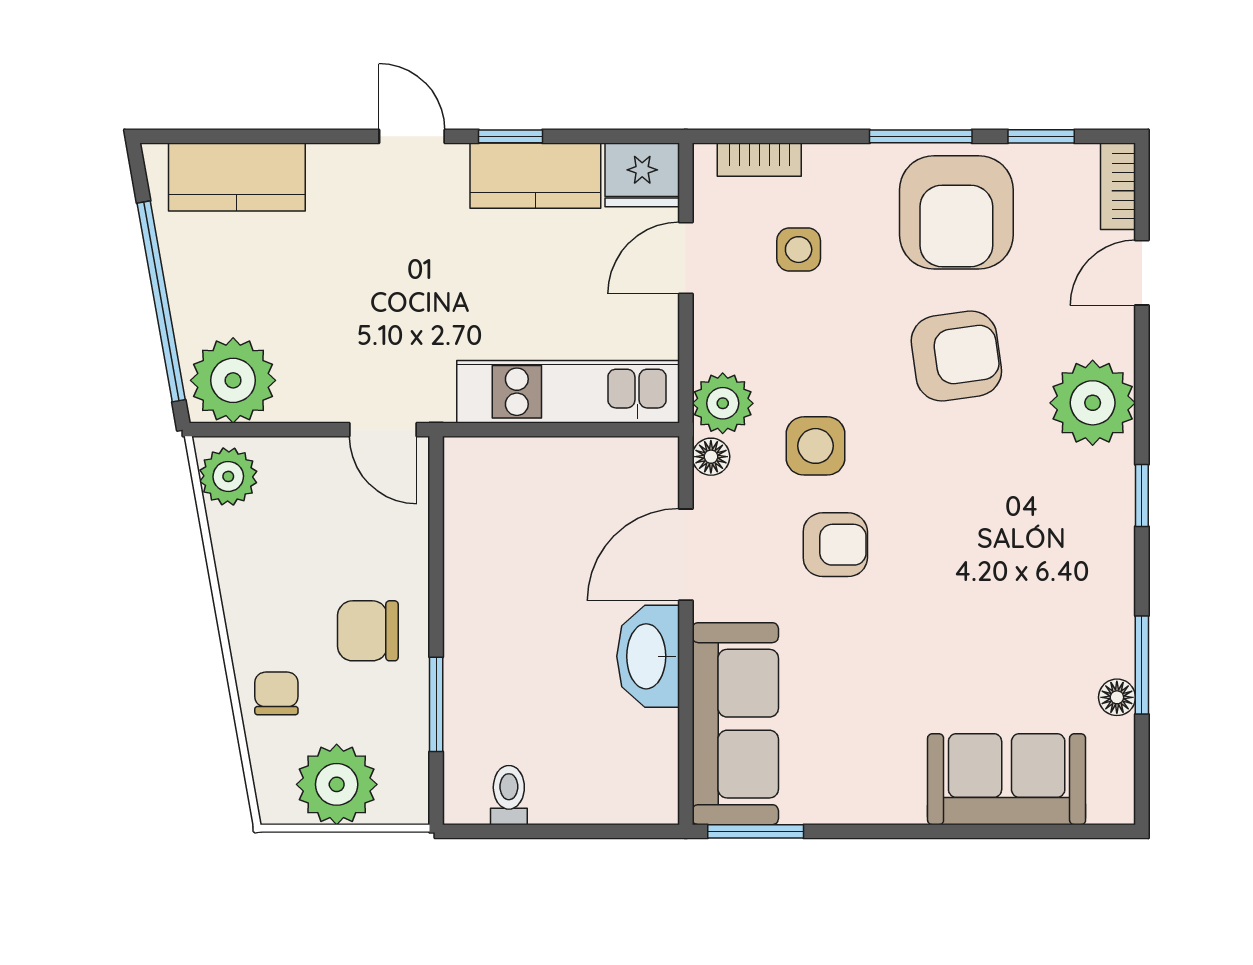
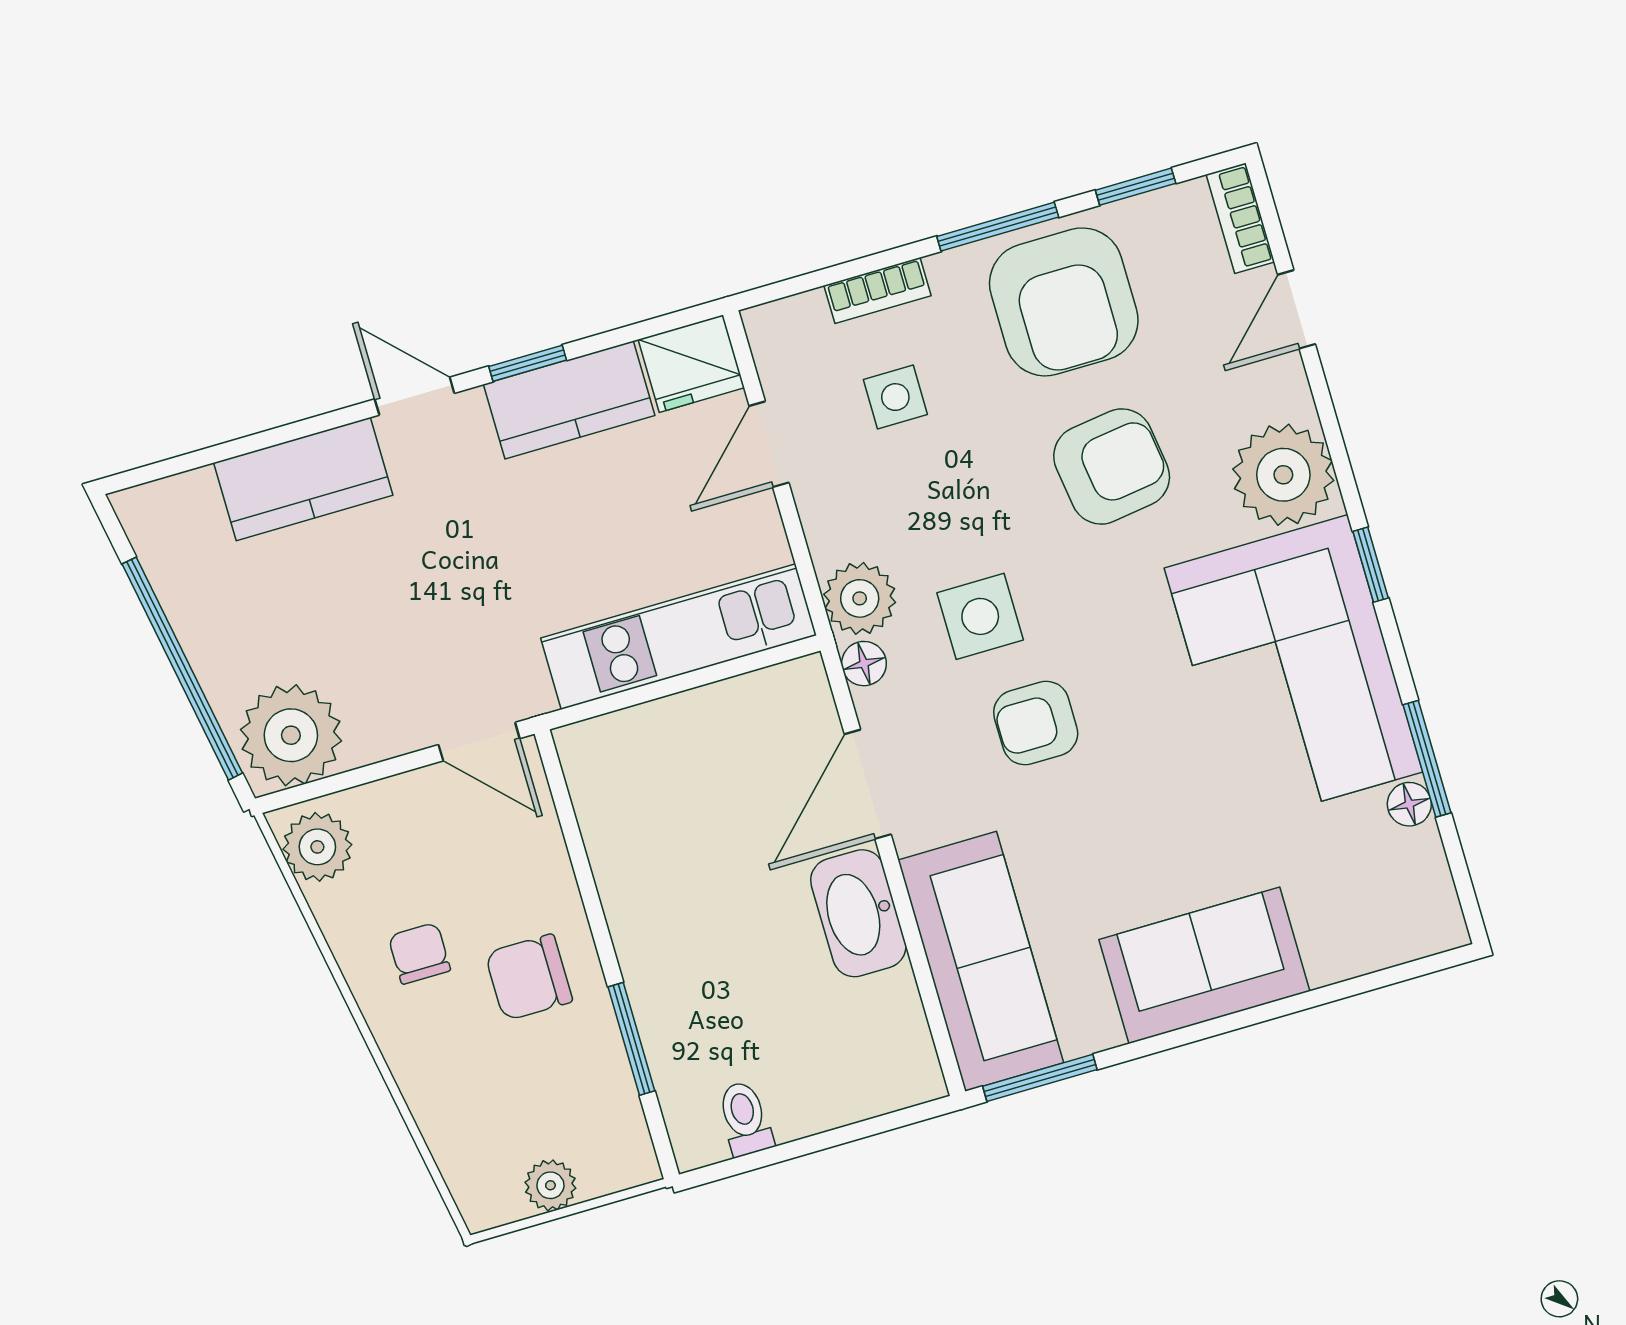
bookcase: (759, 160) -> (877, 291), moved
kitchen counter: (237, 177) -> (303, 479), moved
armchair: (835, 545) -> (1036, 723), turned 180
corner sofa: (1055, 562) -> (1293, 670), added
chair: (276, 693) -> (419, 953), moved
sofa: (1007, 779) -> (1204, 965), moved
plant: (337, 784) -> (550, 1185), width x0.53, depth x0.53

